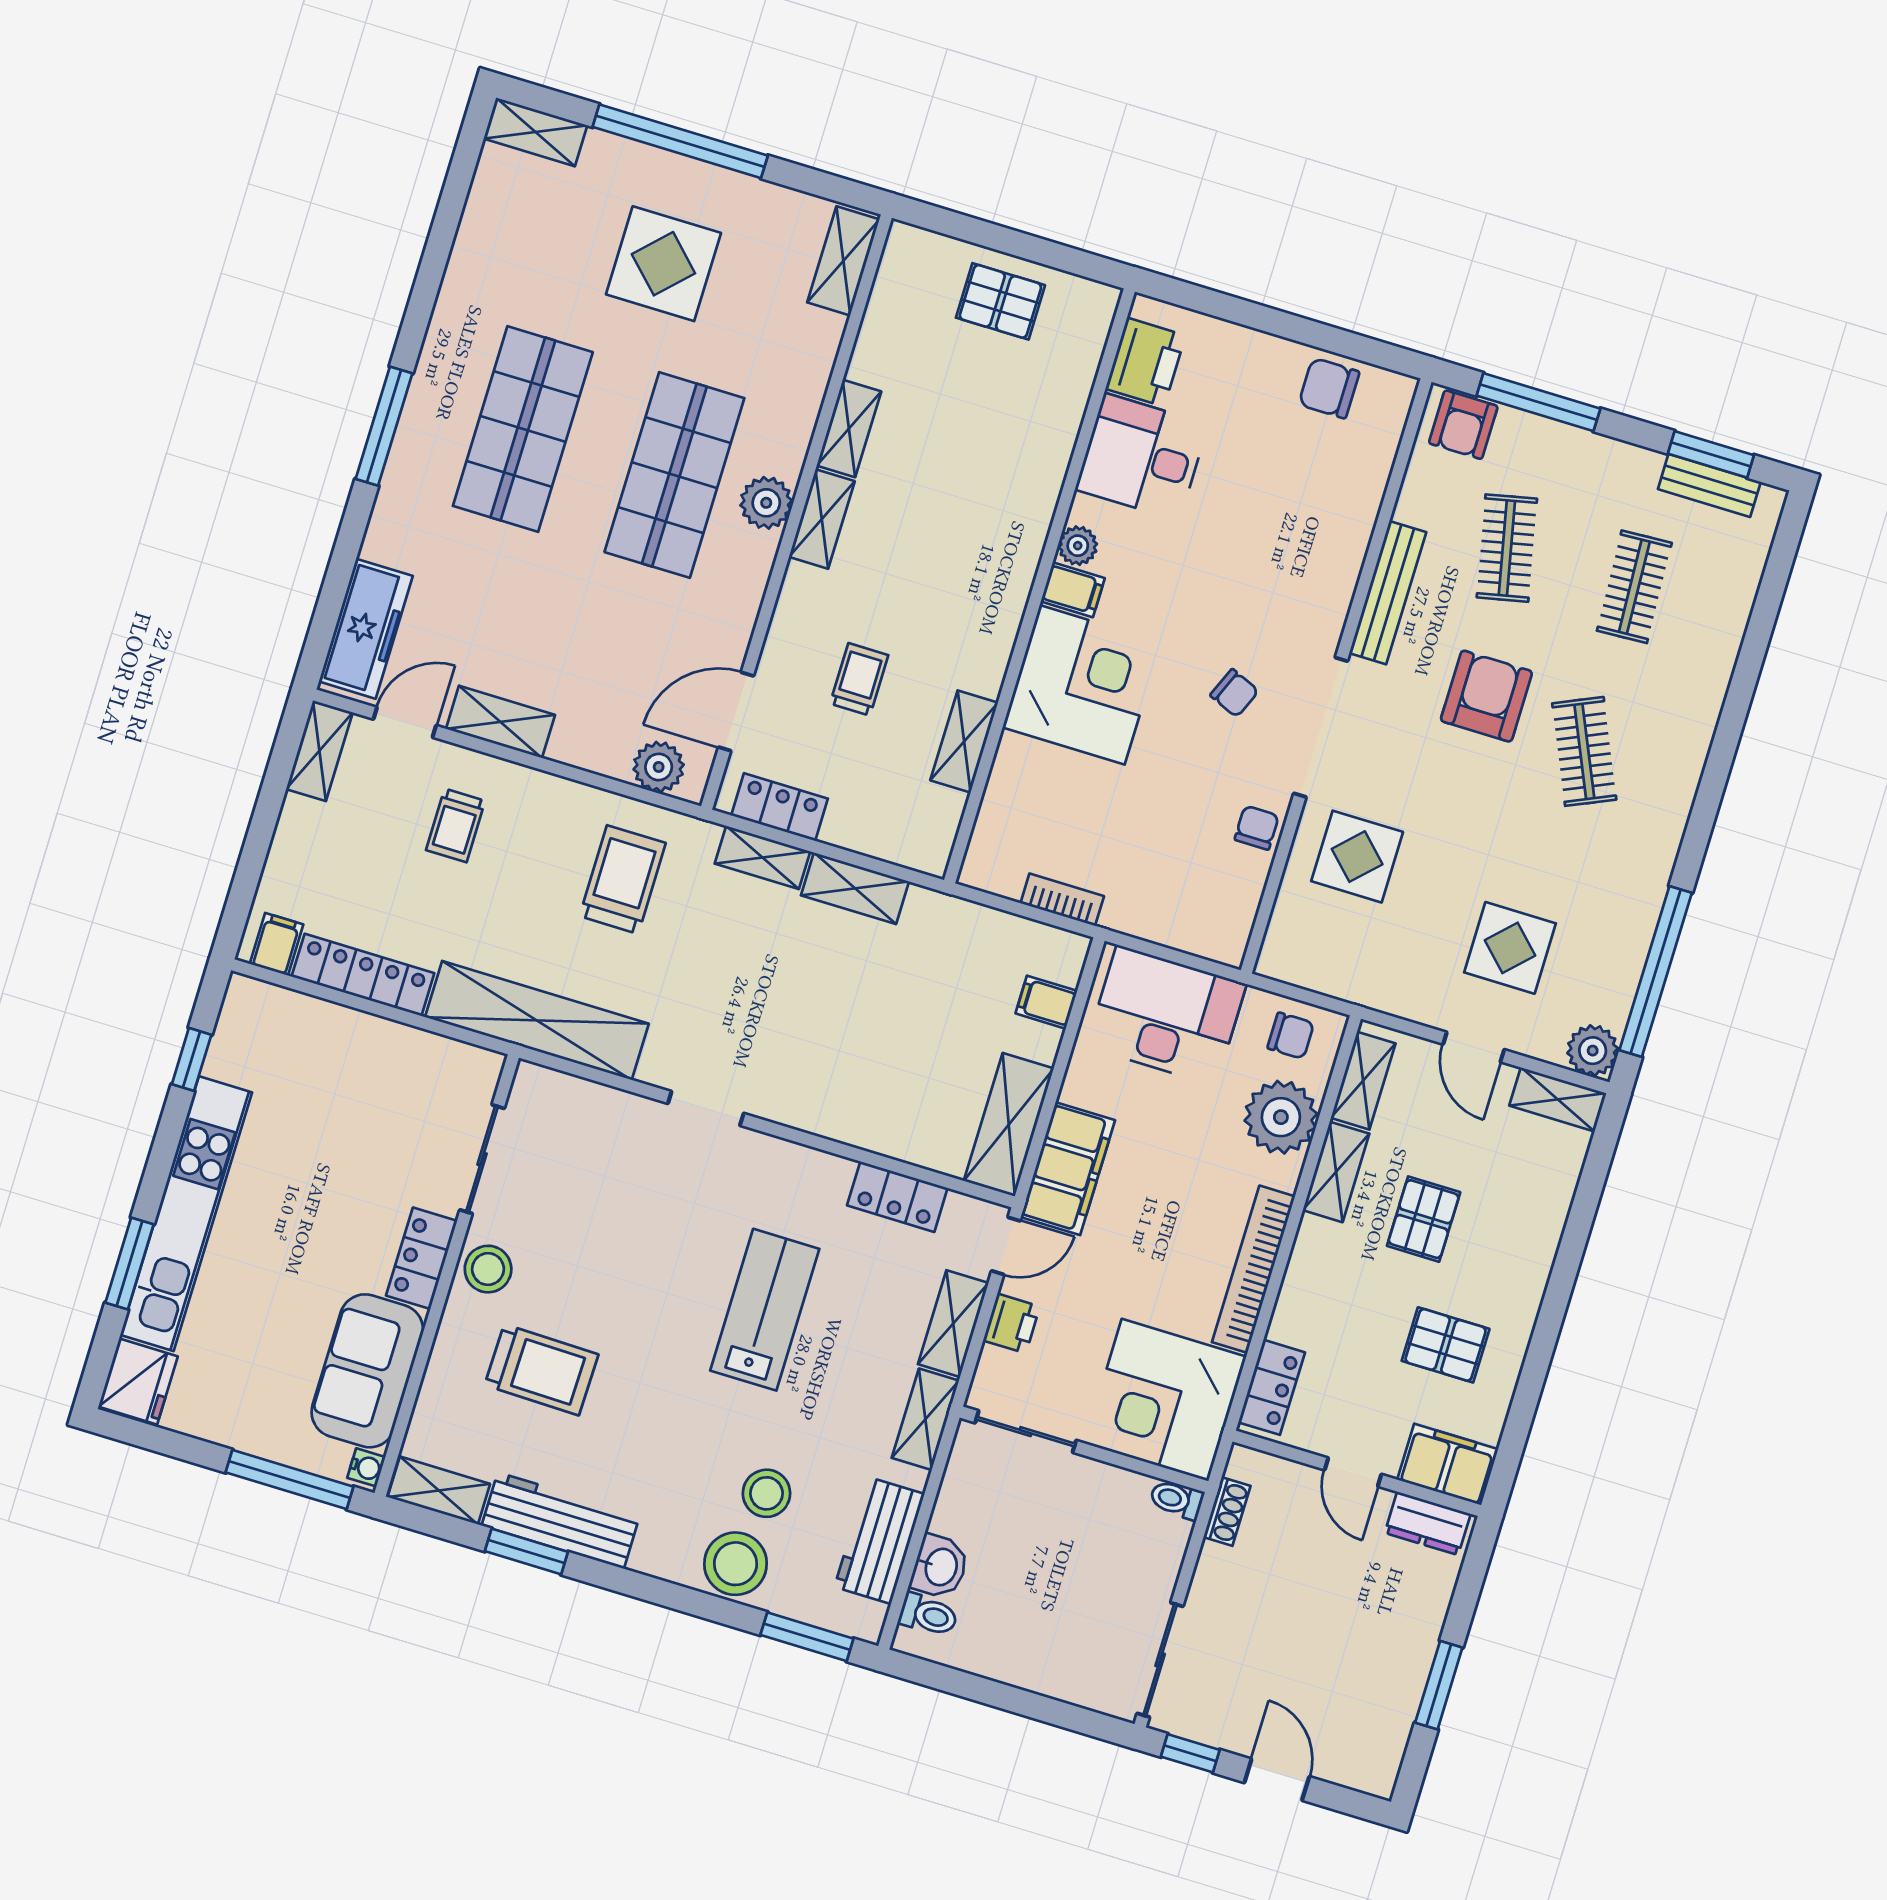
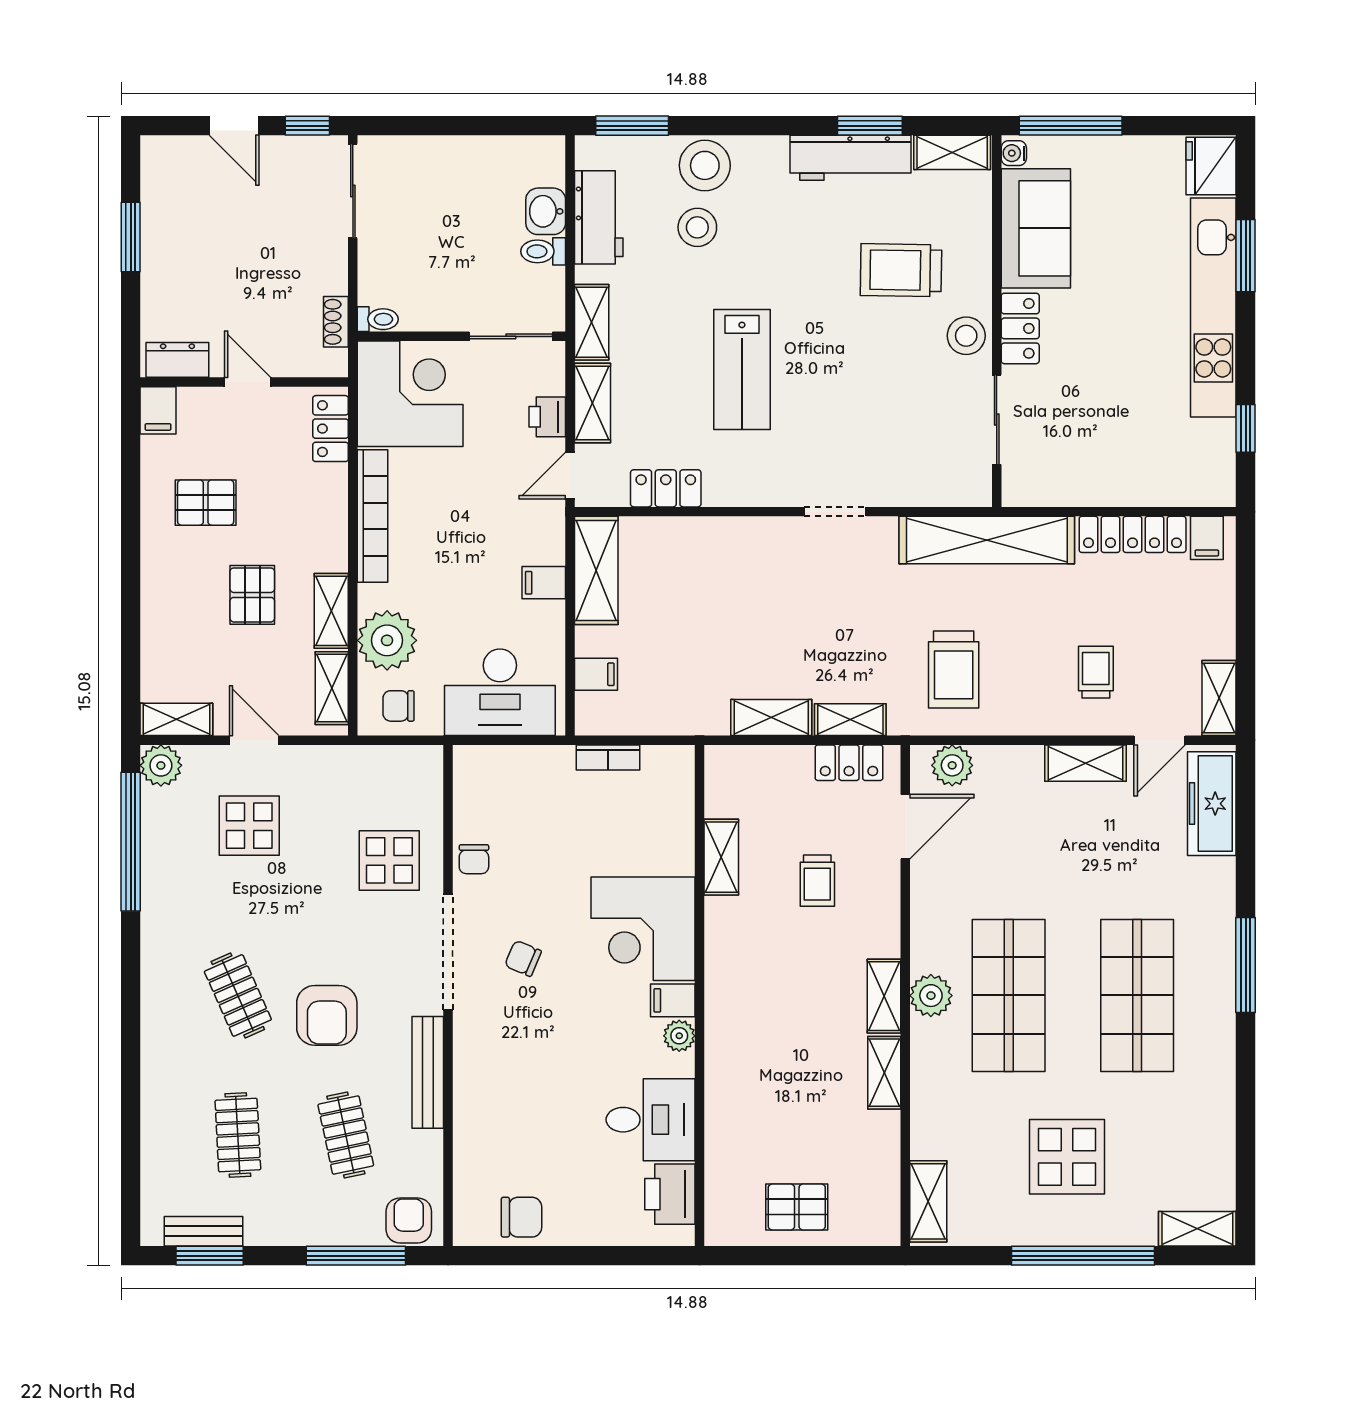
filing cabinet: (1068, 1169) -> (544, 583), width x0.33, depth x0.86
filing cabinet: (1448, 1464) -> (158, 410), width x0.50
toilet: (928, 1615) -> (543, 251), moved

